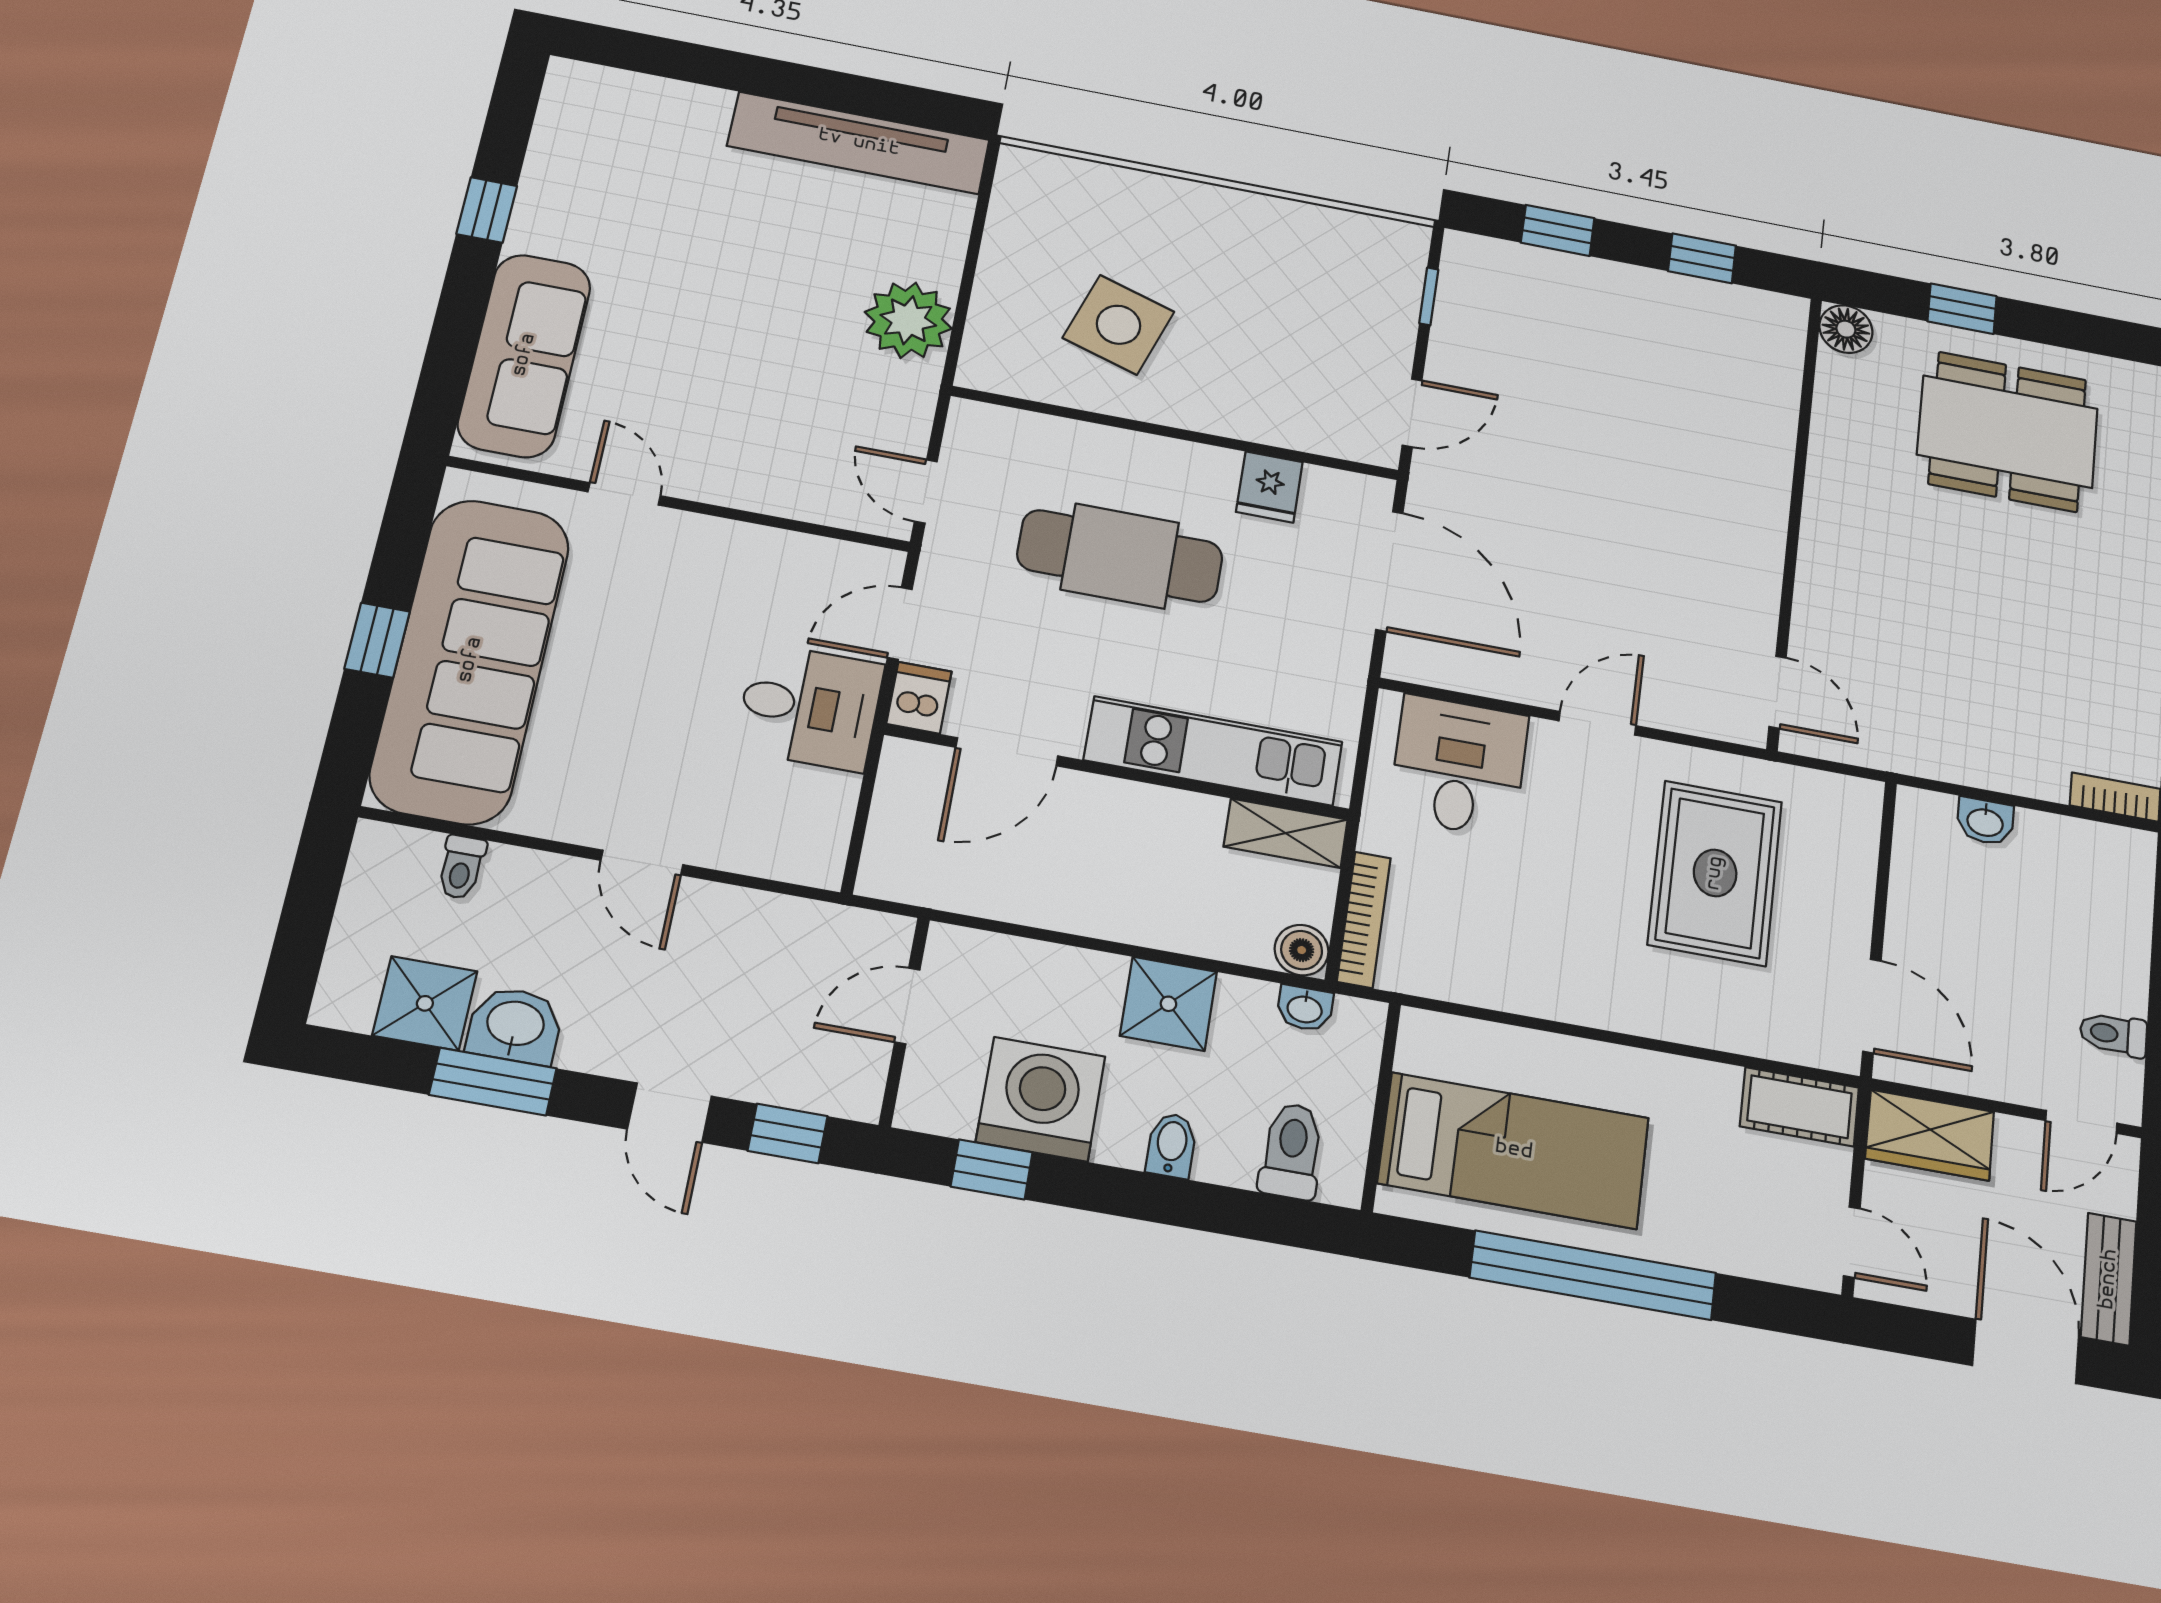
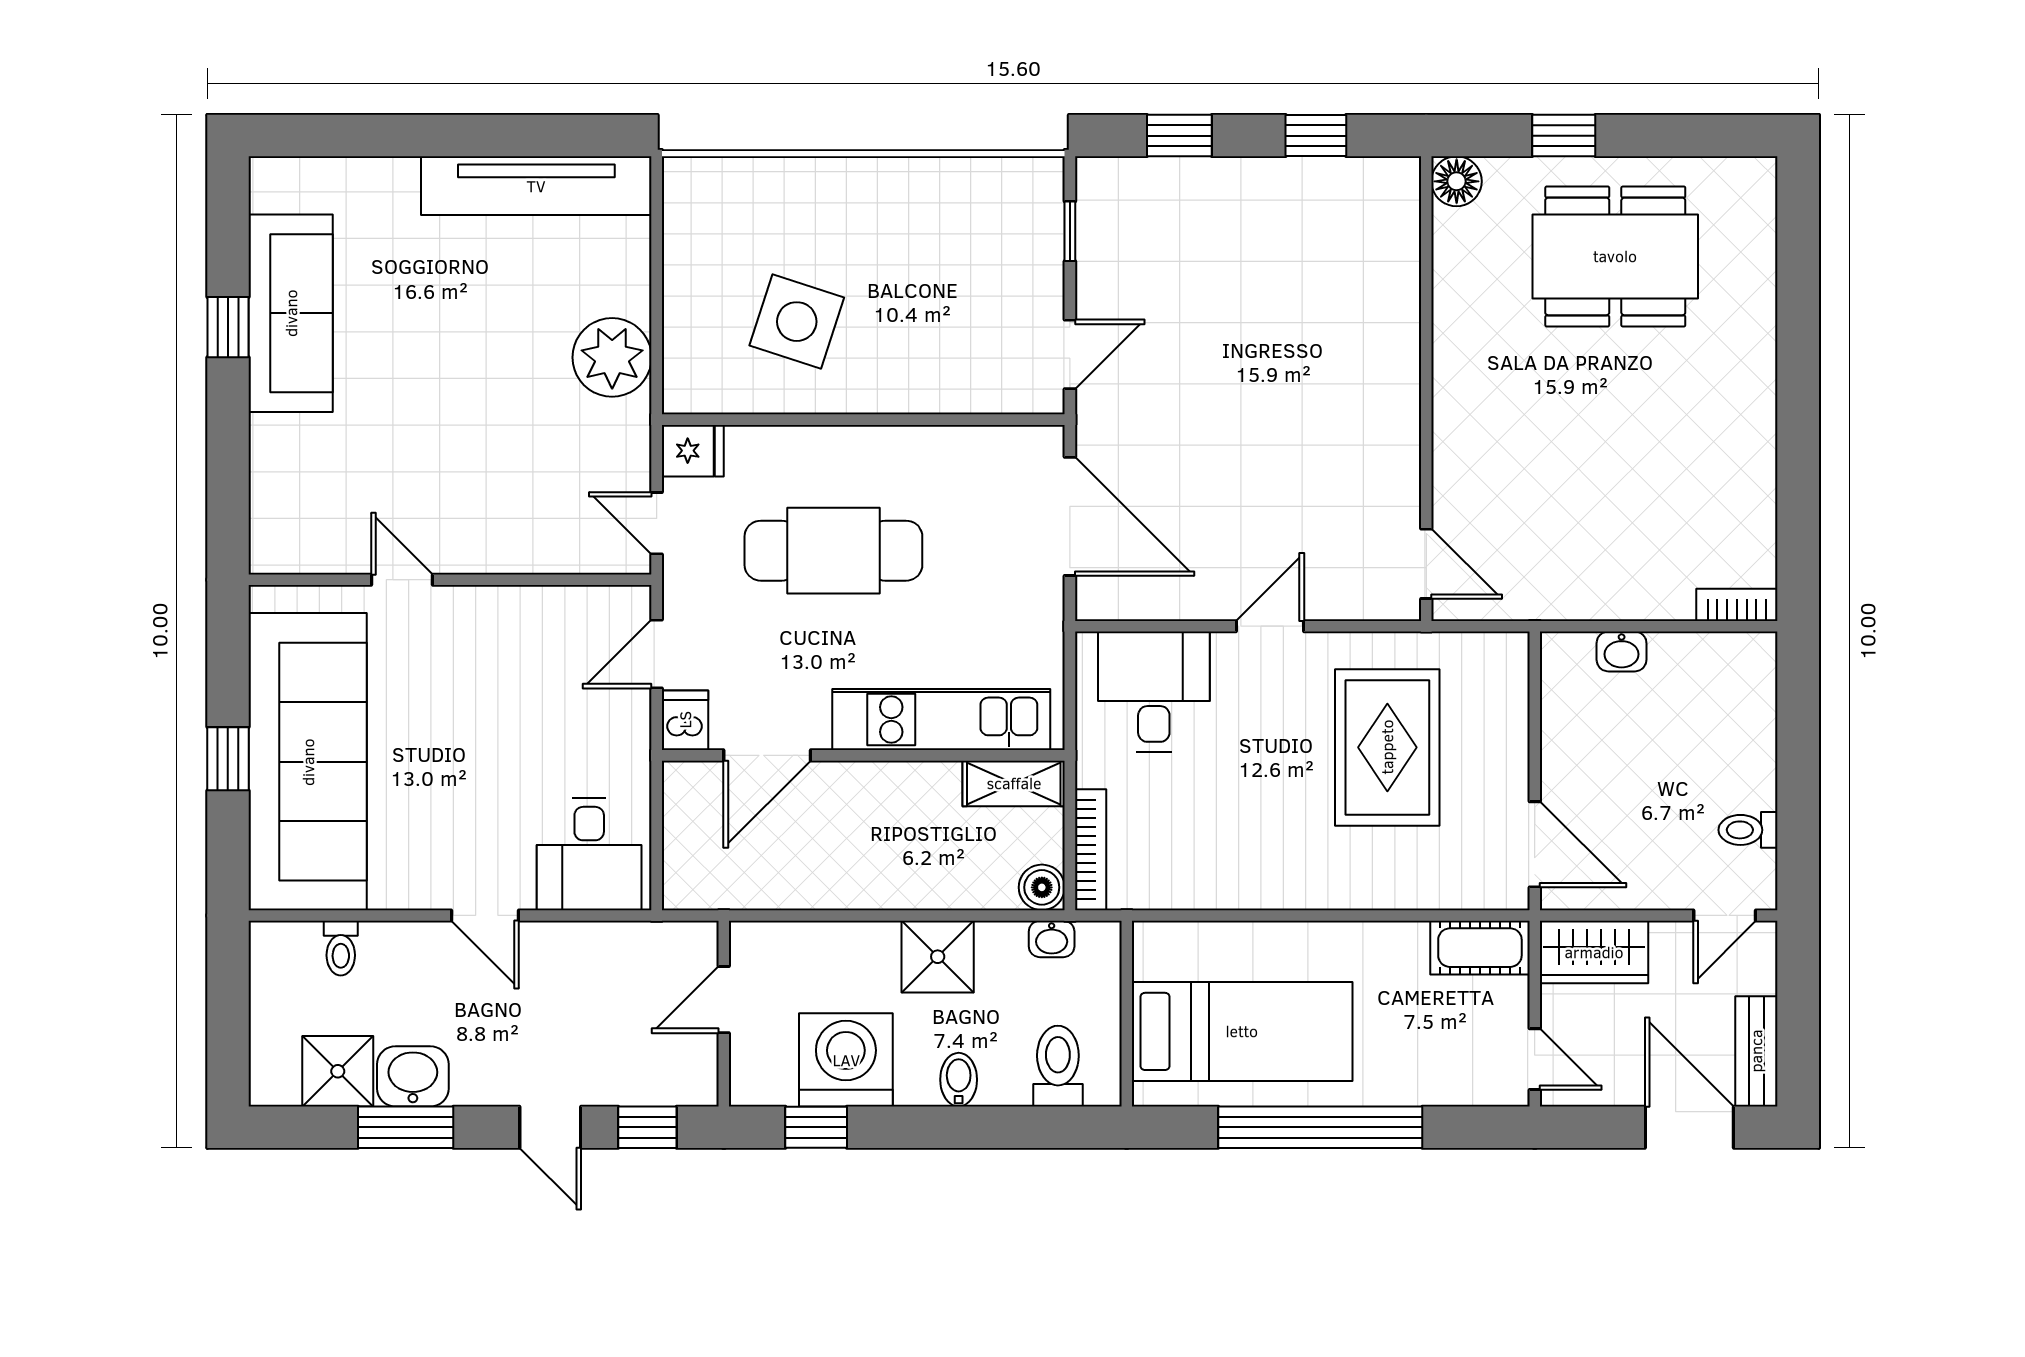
sofa: (524, 355) -> (291, 313), moved
fridge: (1269, 487) -> (693, 451), moved, turned -90
desk: (809, 707) -> (589, 854), moved, turned 90

